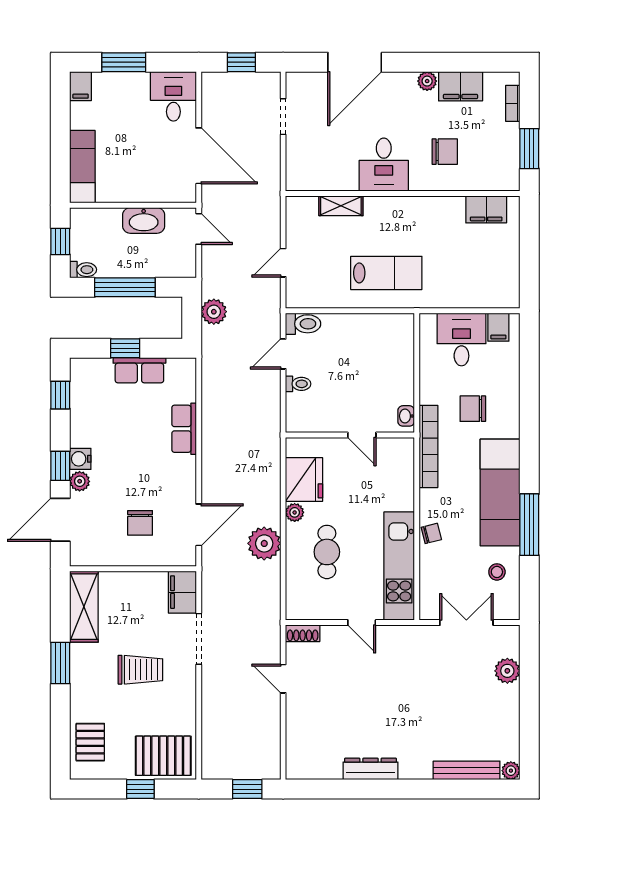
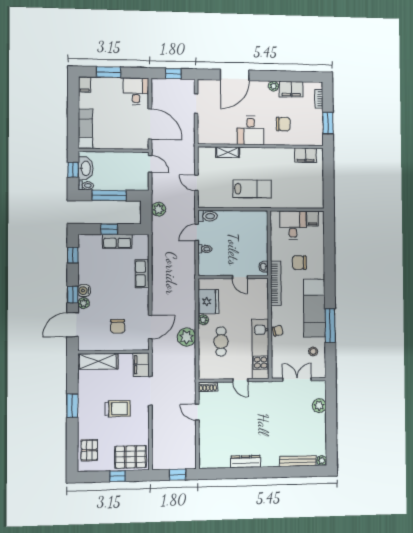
washbasin: (144, 220) -> (86, 168), moved, turned -90
door: (283, 263) -> (196, 183), hinge flipped
shelving: (84, 607) -> (98, 361), moved, turned 90

